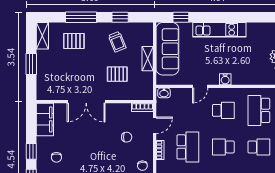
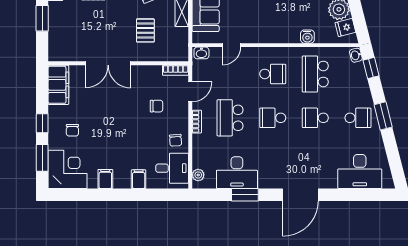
pallet: (117, 74) -> (145, 30), turned 90
water cooler: (225, 79) -> (307, 37), moved
door: (200, 86) -> (231, 45), moved
school desk: (188, 147) -> (230, 118), turned 180
school desk: (259, 147) -> (315, 118), turned 180

